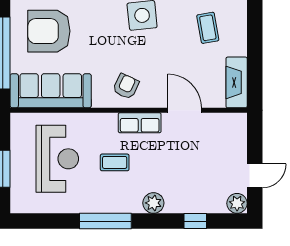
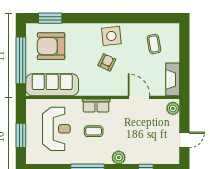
armchair: (126, 86) -> (107, 62), moved
row of seats: (140, 123) -> (96, 106), moved
plant: (237, 203) -> (173, 108), moved

